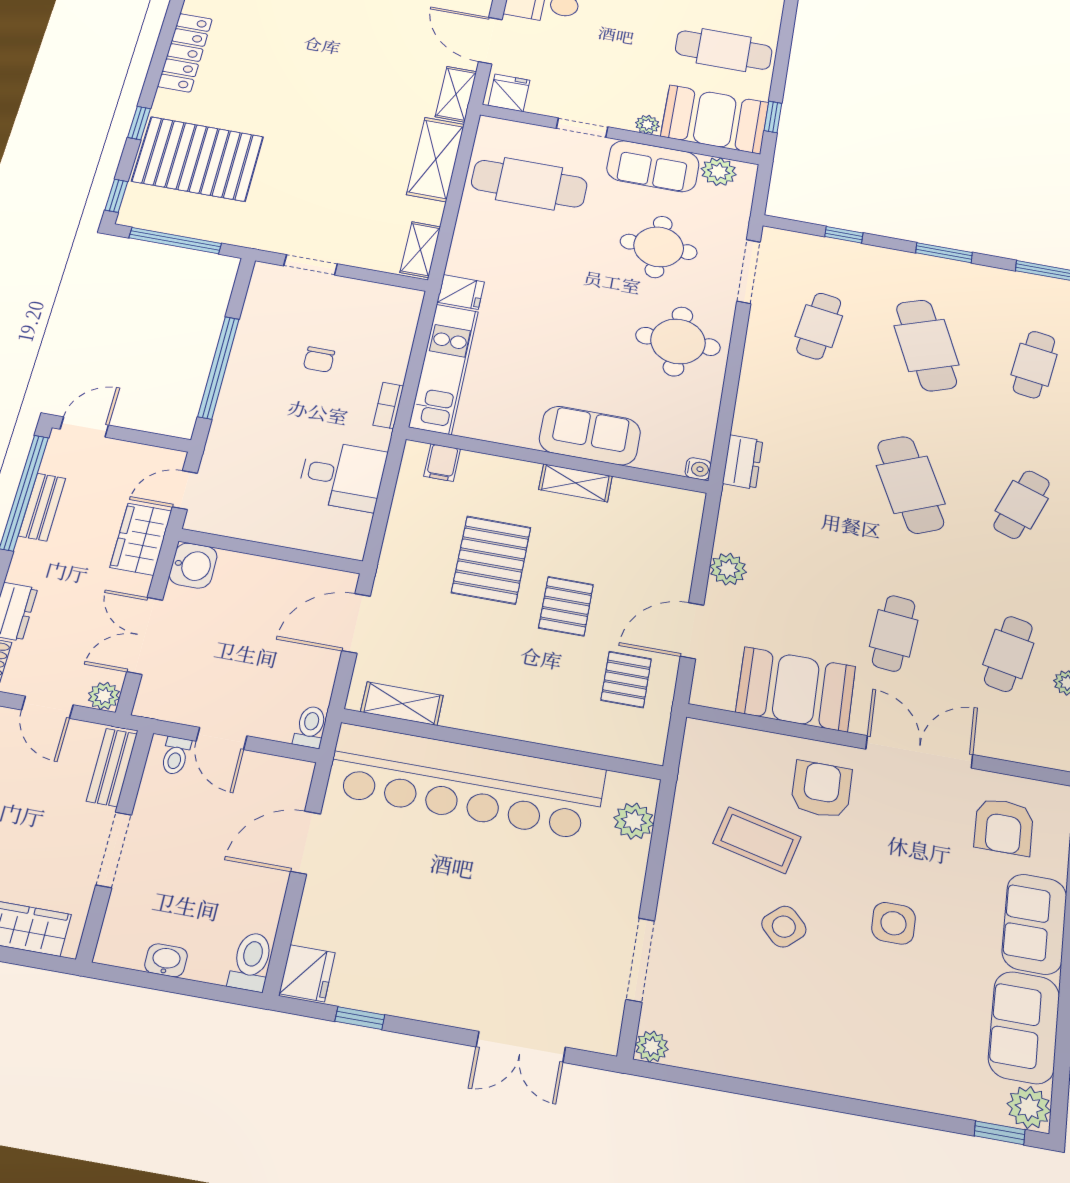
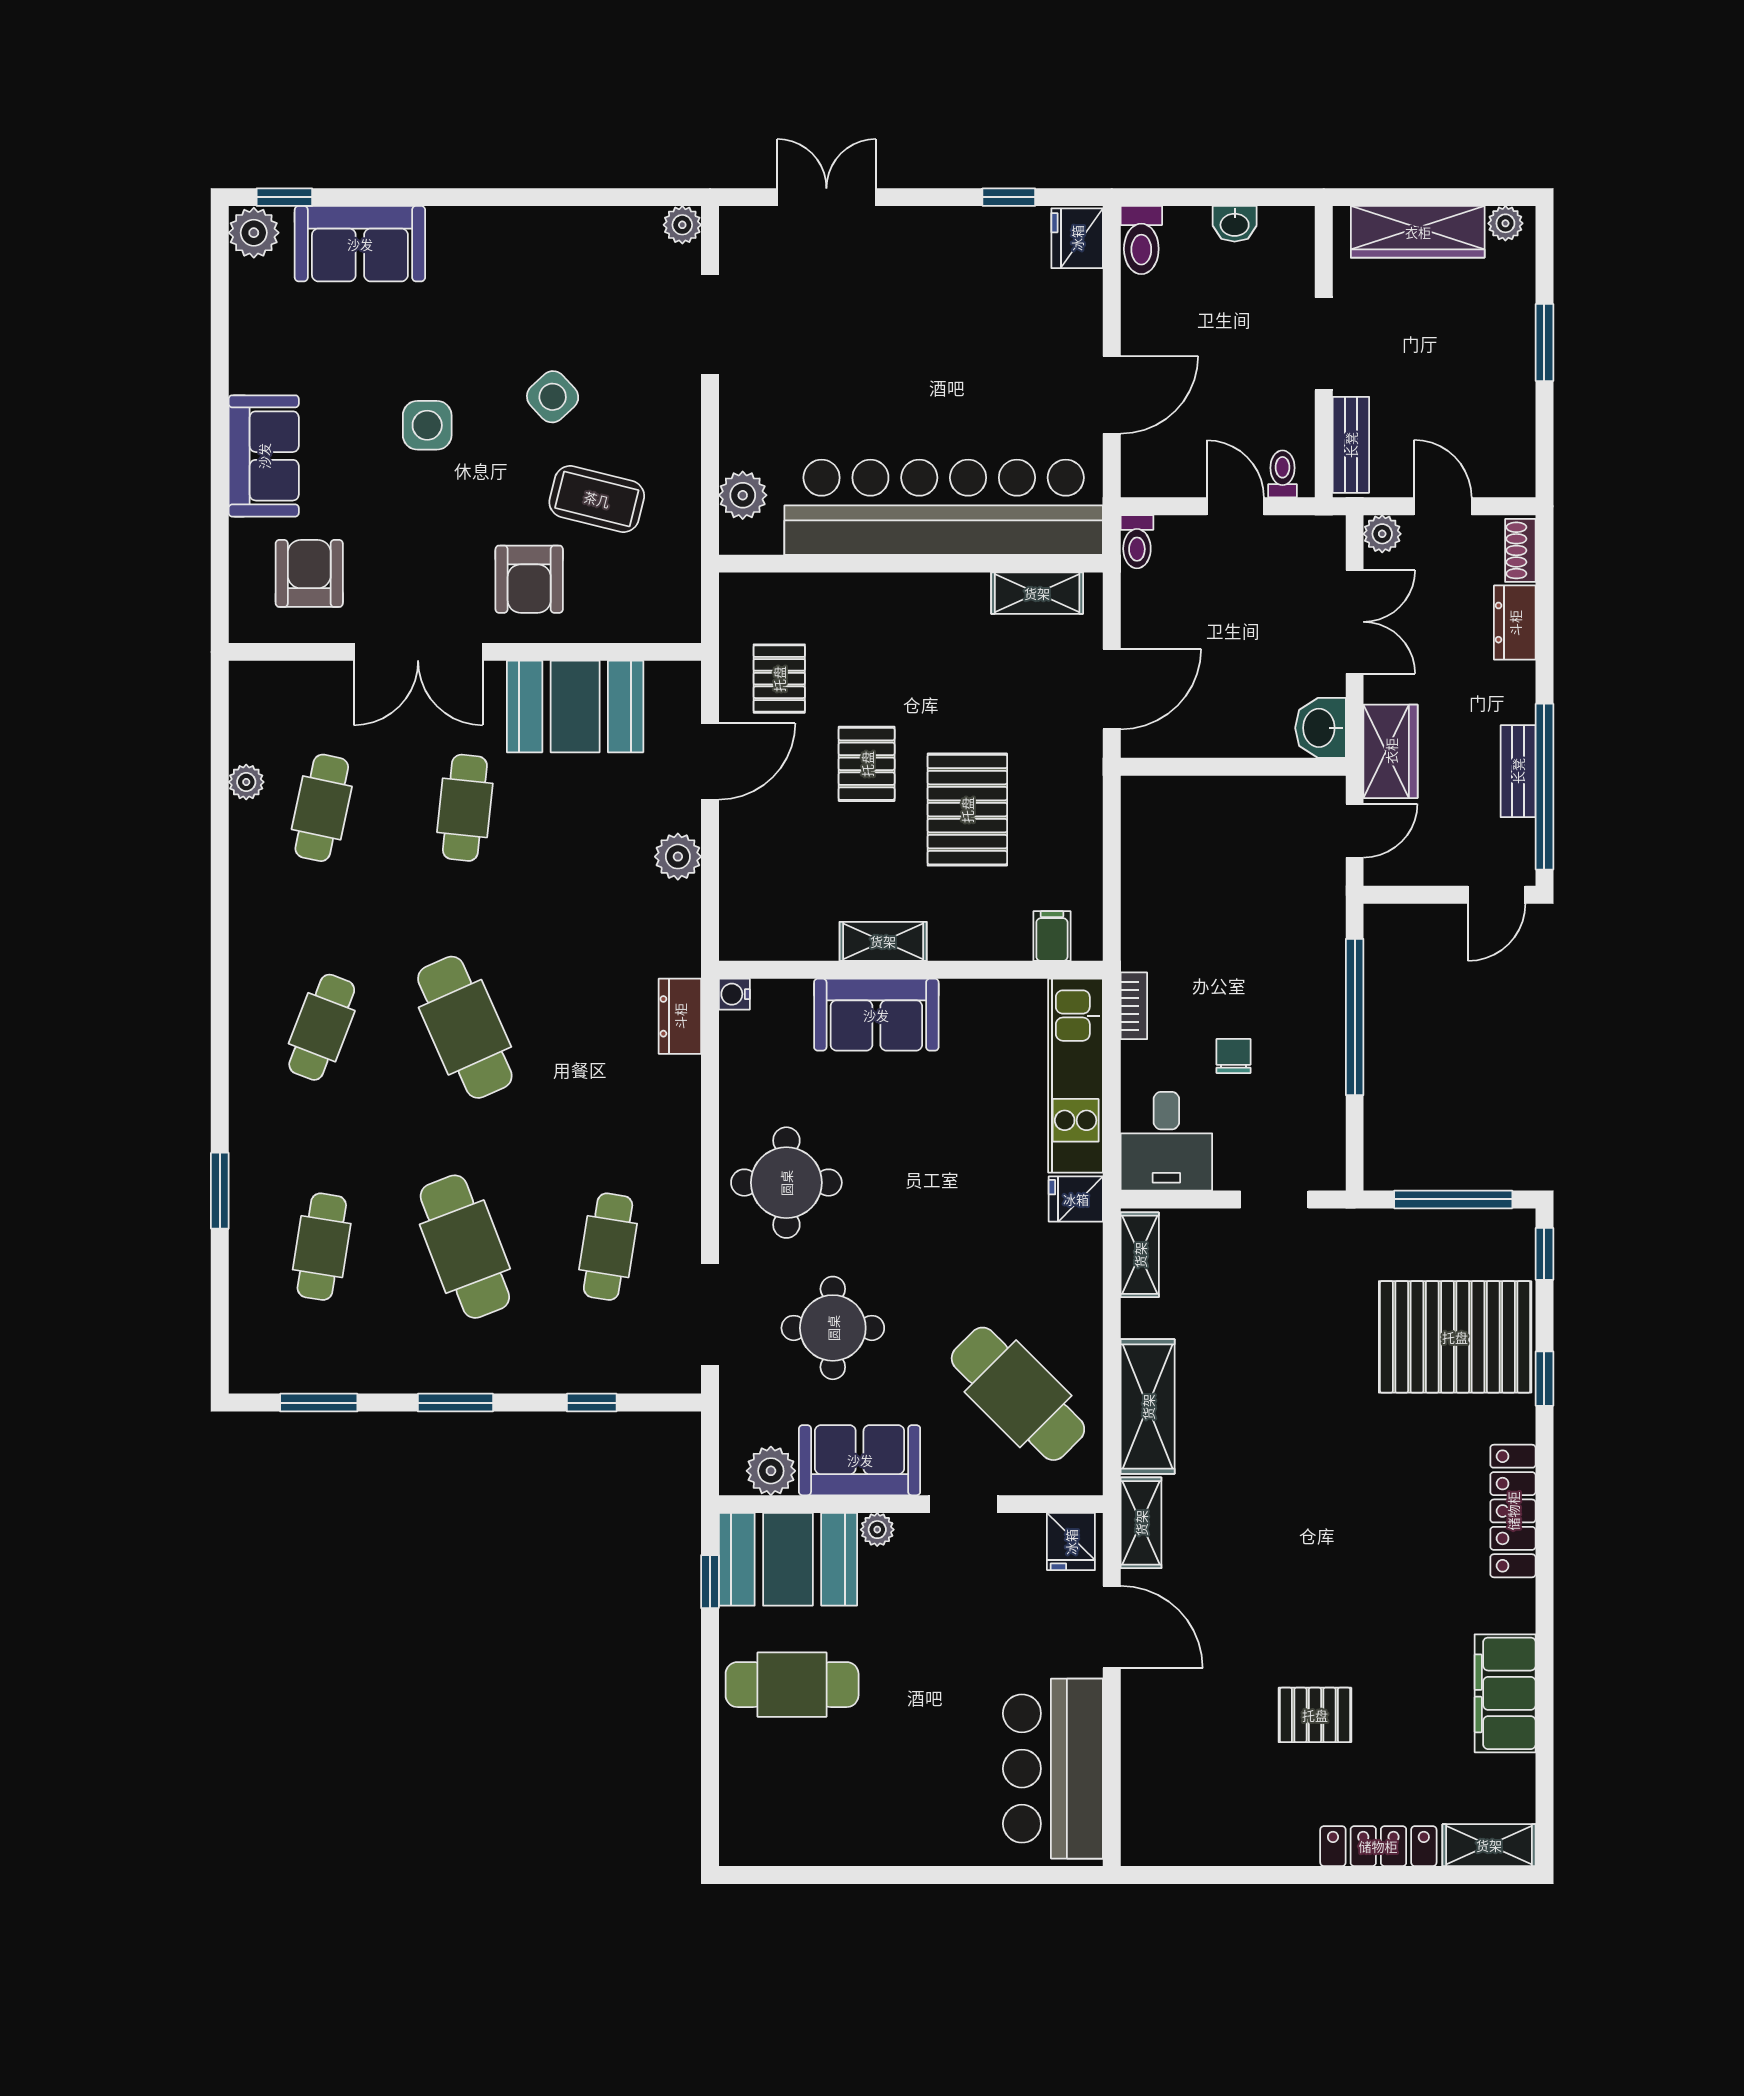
cafe table: (529, 184) -> (1018, 1394), turned 45
desk: (342, 475) -> (1166, 1141), moved, turned -90
sofa: (1024, 1027) -> (360, 244), moved, turned 90

